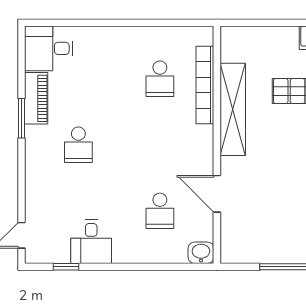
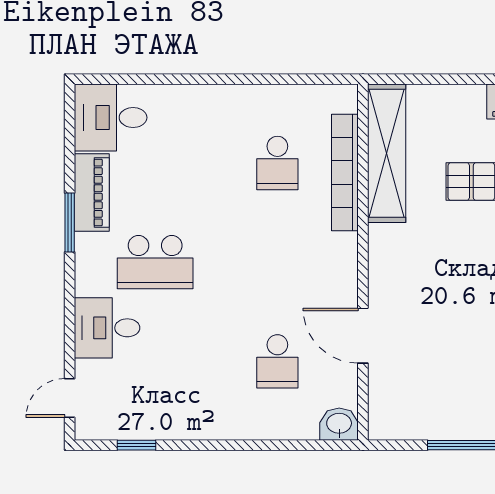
shelving: (233, 109) -> (387, 153), moved
school desk: (78, 145) -> (155, 262), width x1.85
desk: (91, 242) -> (107, 328), moved, turned 90

